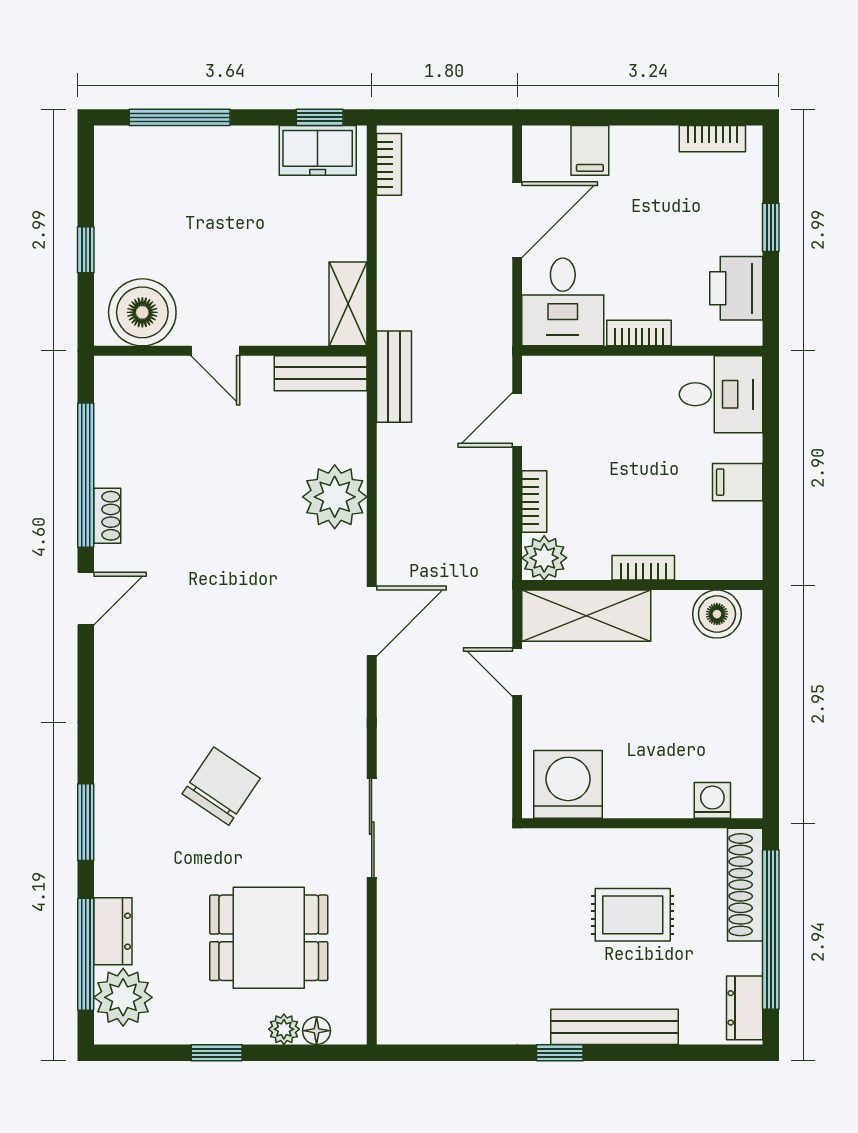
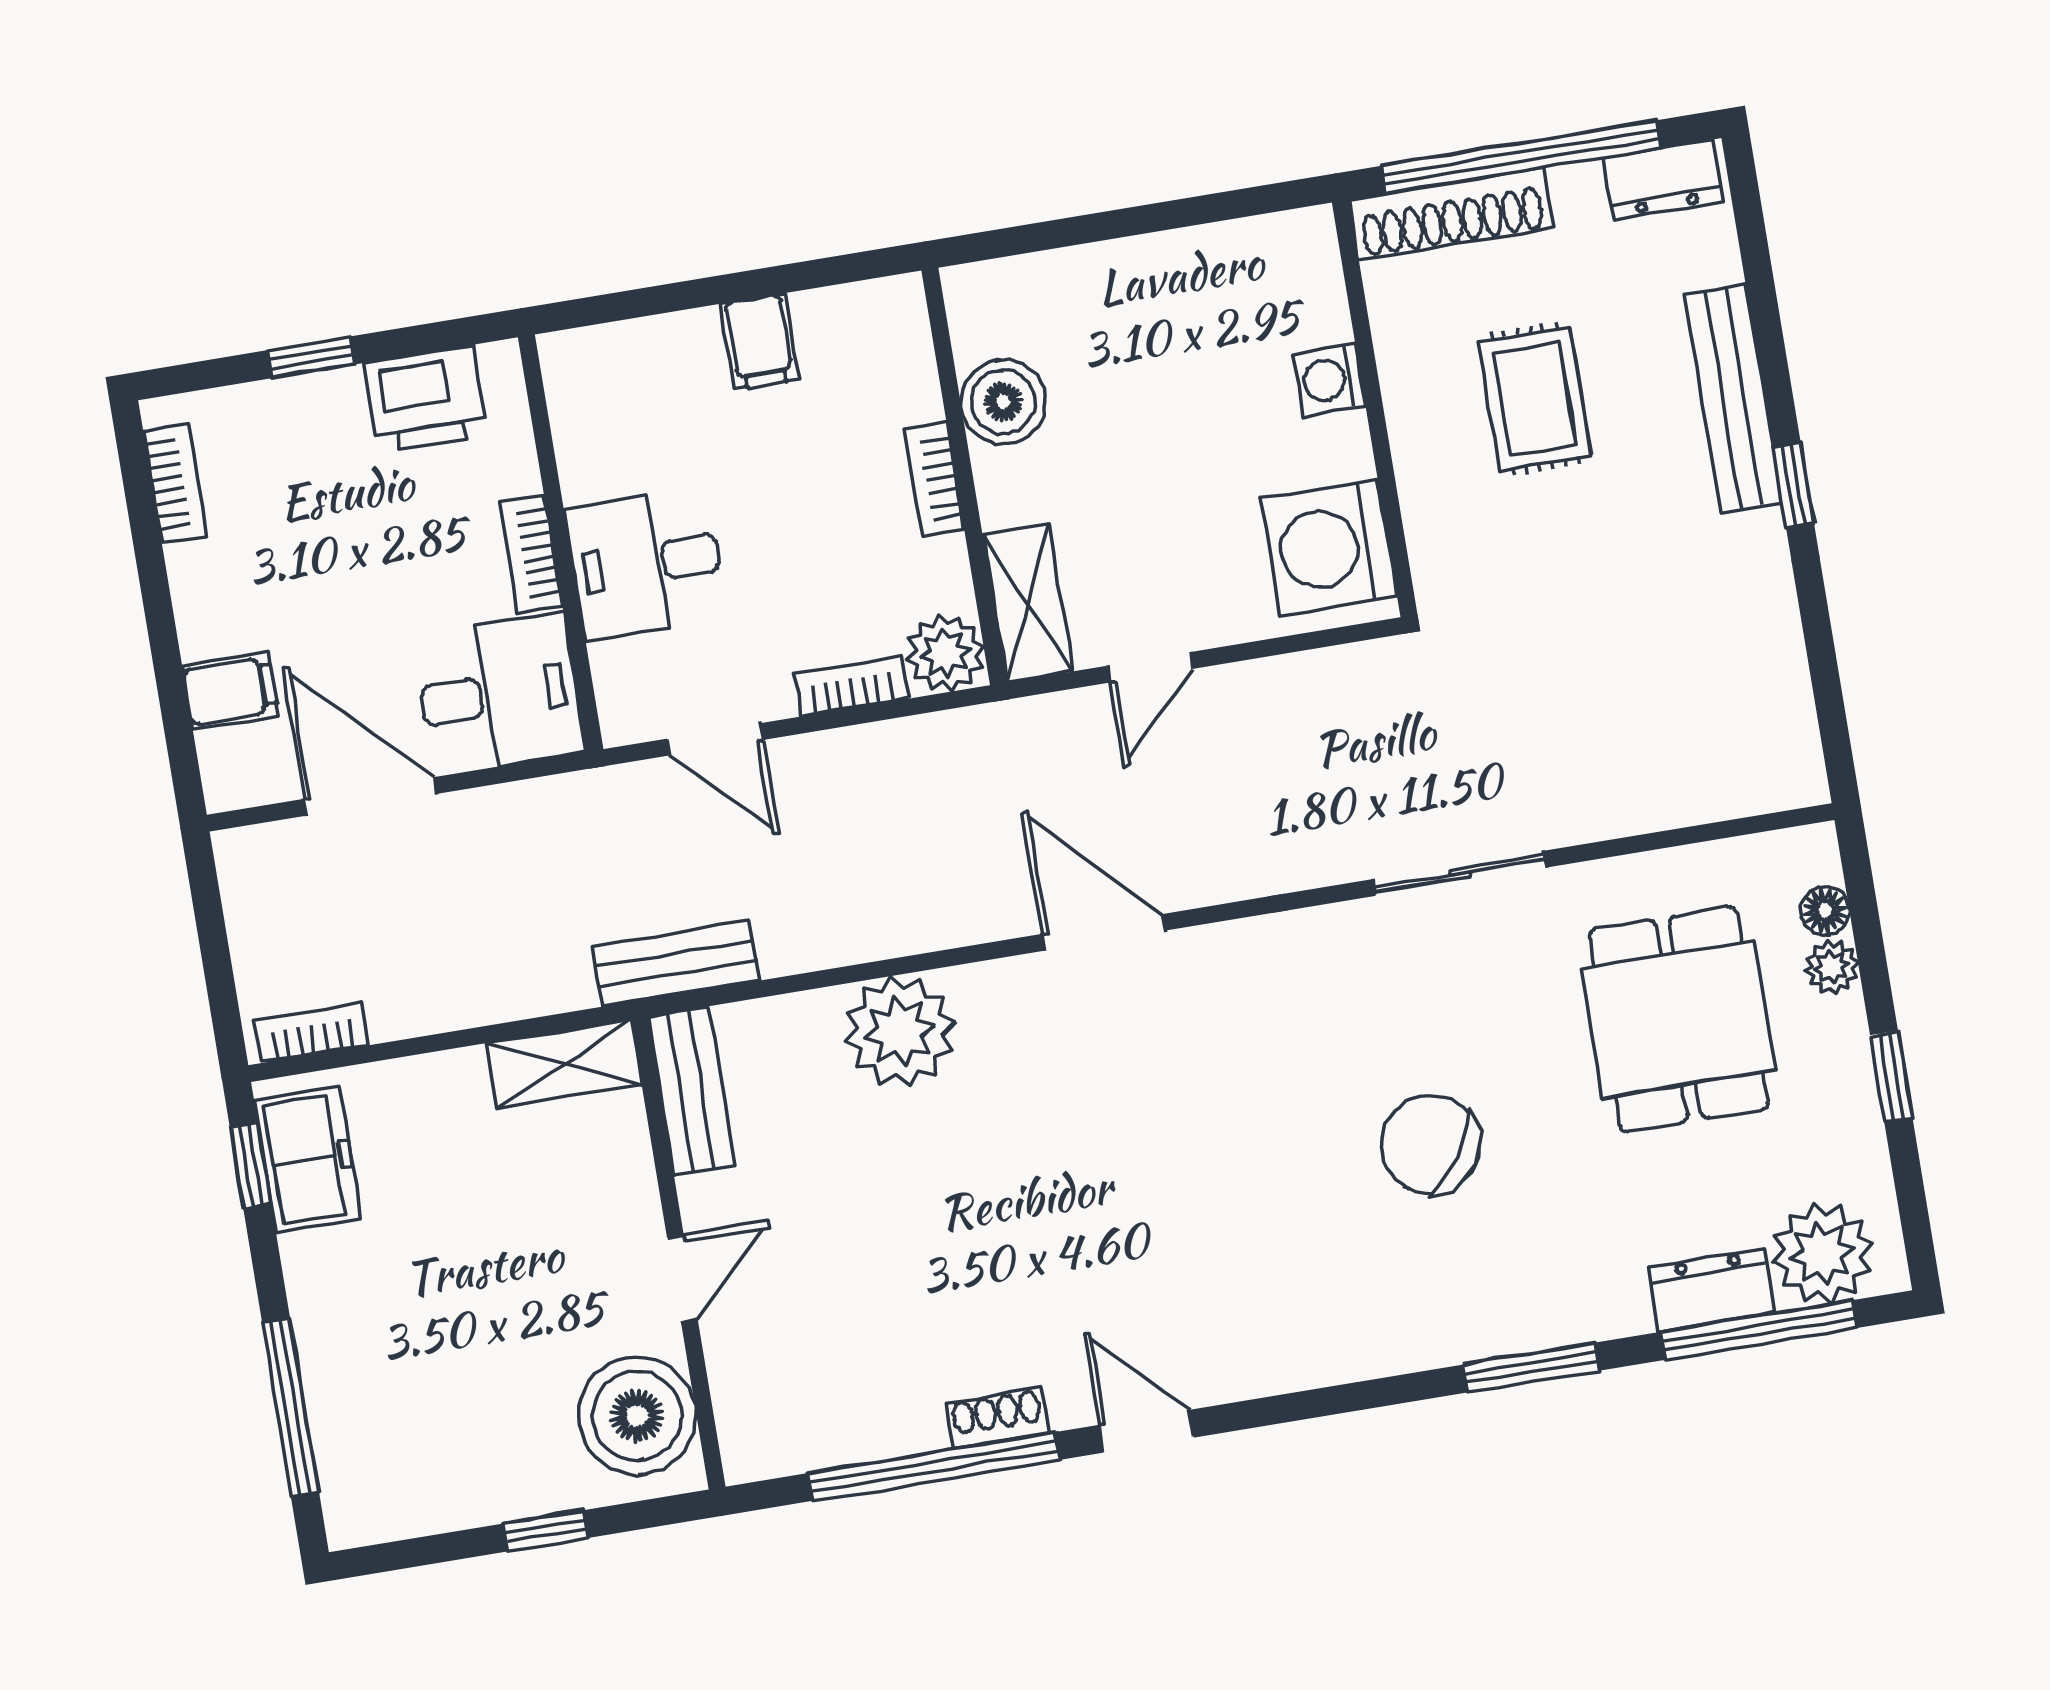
desk: (721, 394) -> (646, 563), moved, turned -90
boiler: (717, 614) -> (1003, 402), moved
shelving: (586, 616) -> (1028, 603), width x0.67, depth x0.75
washing machine: (712, 800) -> (1329, 380), moved

